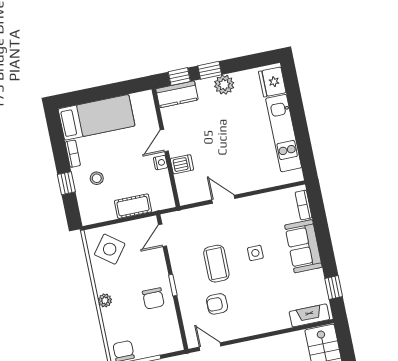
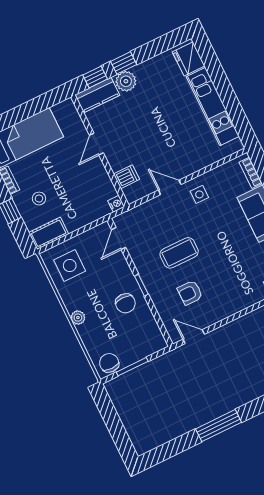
plant: (224, 85) -> (126, 81), moved
nightstand: (160, 163) -> (116, 204), moved
dishwasher: (182, 164) -> (127, 177), moved
cot: (133, 206) -> (49, 233), moved
side table: (110, 249) -> (70, 265), turned -37
side table: (255, 253) -> (199, 194), moved
coffee table: (216, 264) -> (179, 253), turned 90

